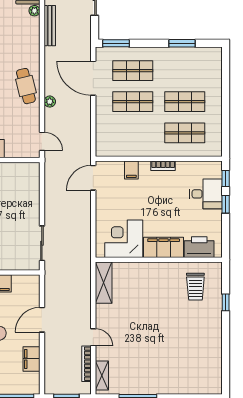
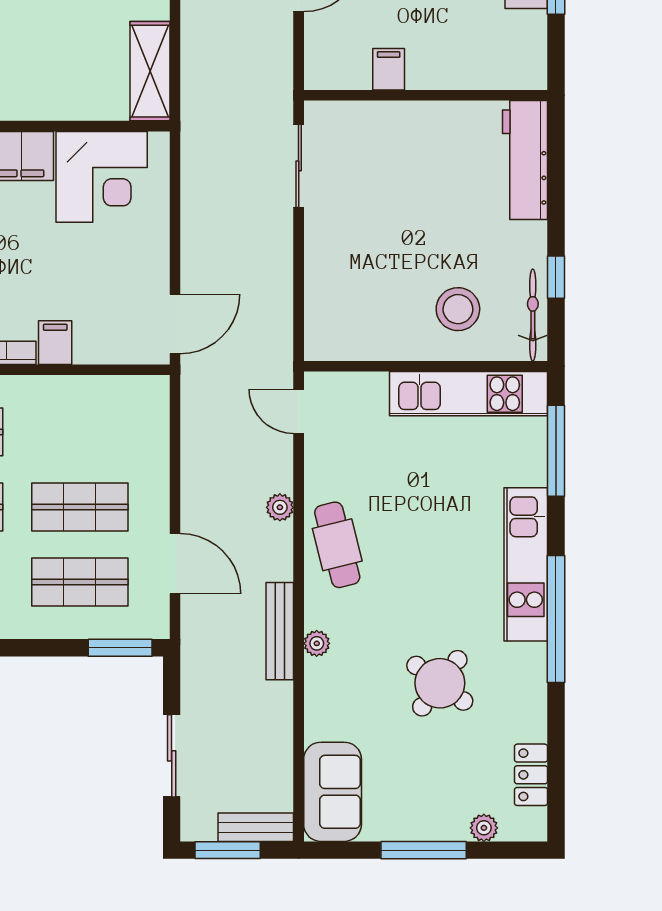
plant: (34, 11) -> (317, 643), moved
bench: (50, 26) -> (280, 631), moved
door: (93, 78) -> (175, 564), width x0.73
filing cabinet: (131, 170) -> (55, 343), moved

